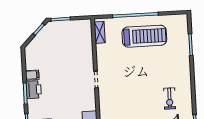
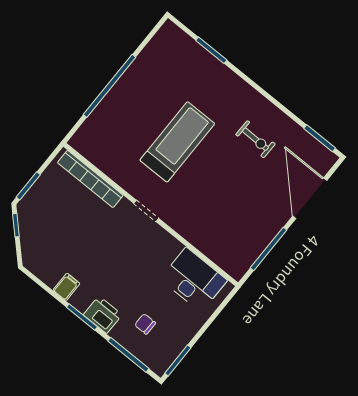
shelving: (100, 32) -> (90, 152), removed
treadmill: (144, 36) -> (177, 142), moved
bookcase: (88, 43) -> (90, 179), added
printer: (34, 90) -> (103, 315), moved

